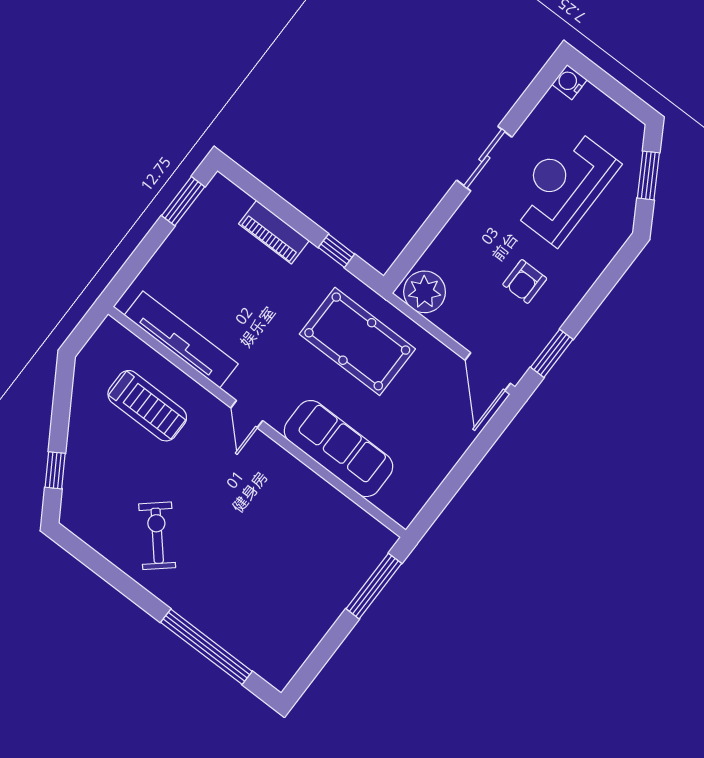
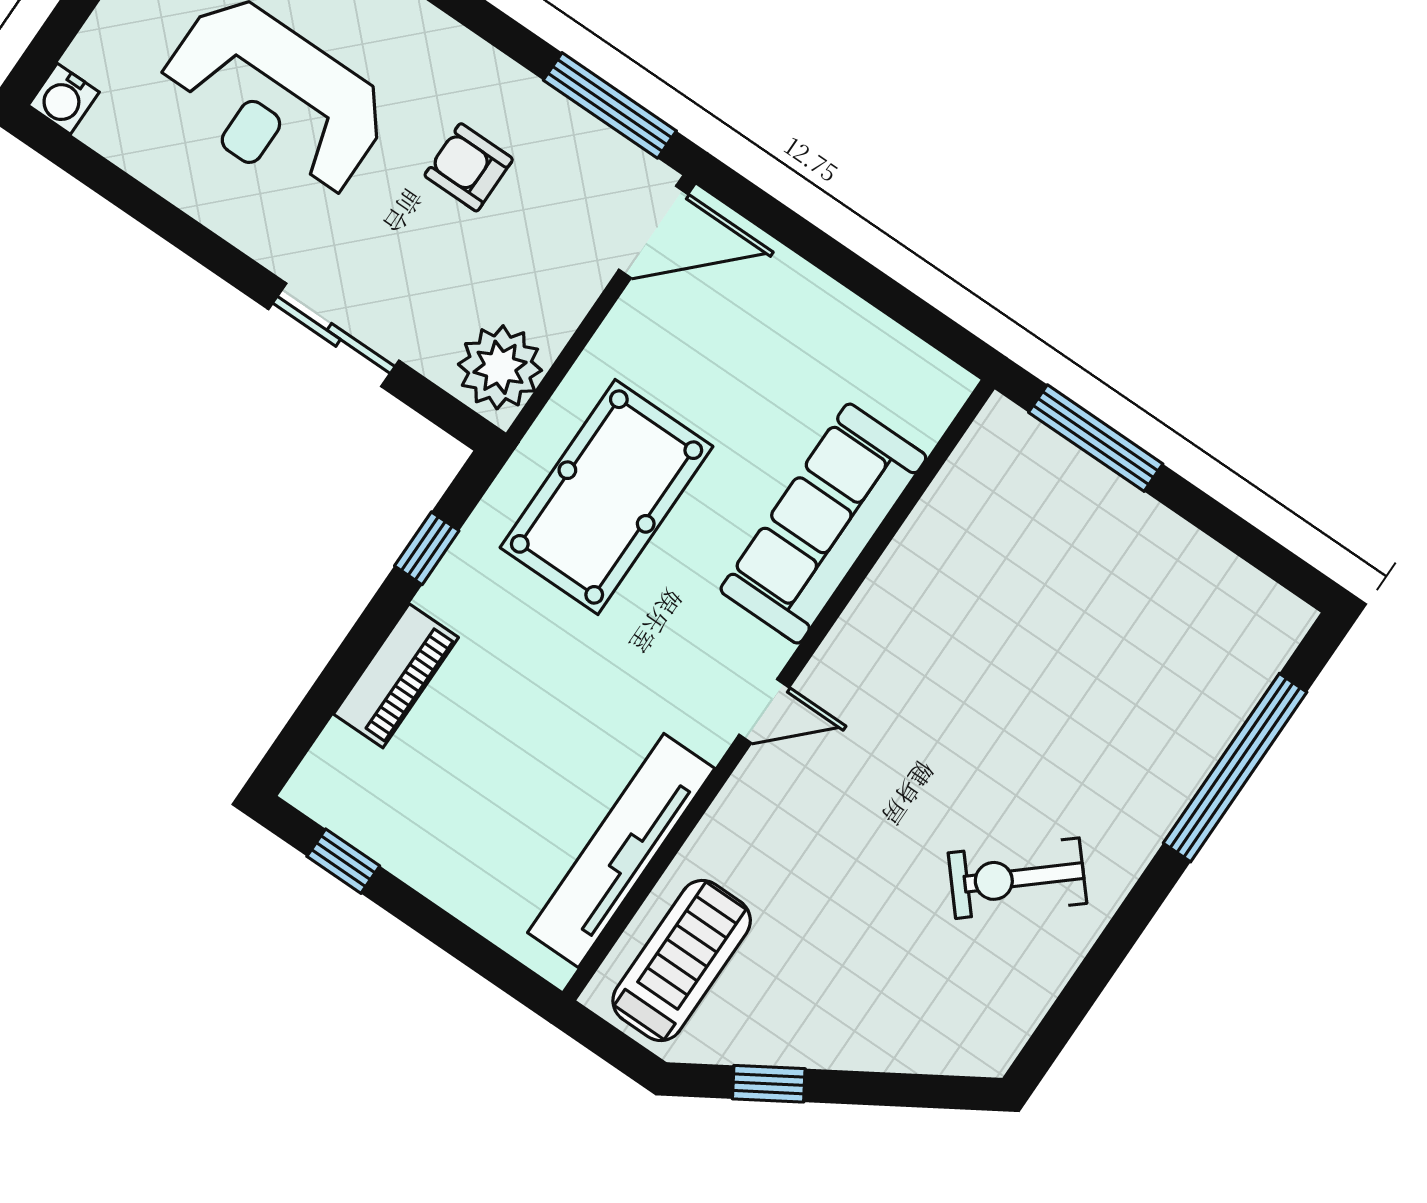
sliding door: (484, 159) -> (334, 335), moved
window: (183, 201) -> (343, 861), width x0.67
armchair: (525, 281) -> (469, 167), turned 180
window: (552, 353) -> (610, 105), width x1.44
treadmill: (147, 406) -> (682, 960), moved
window: (55, 470) -> (769, 1084), moved

